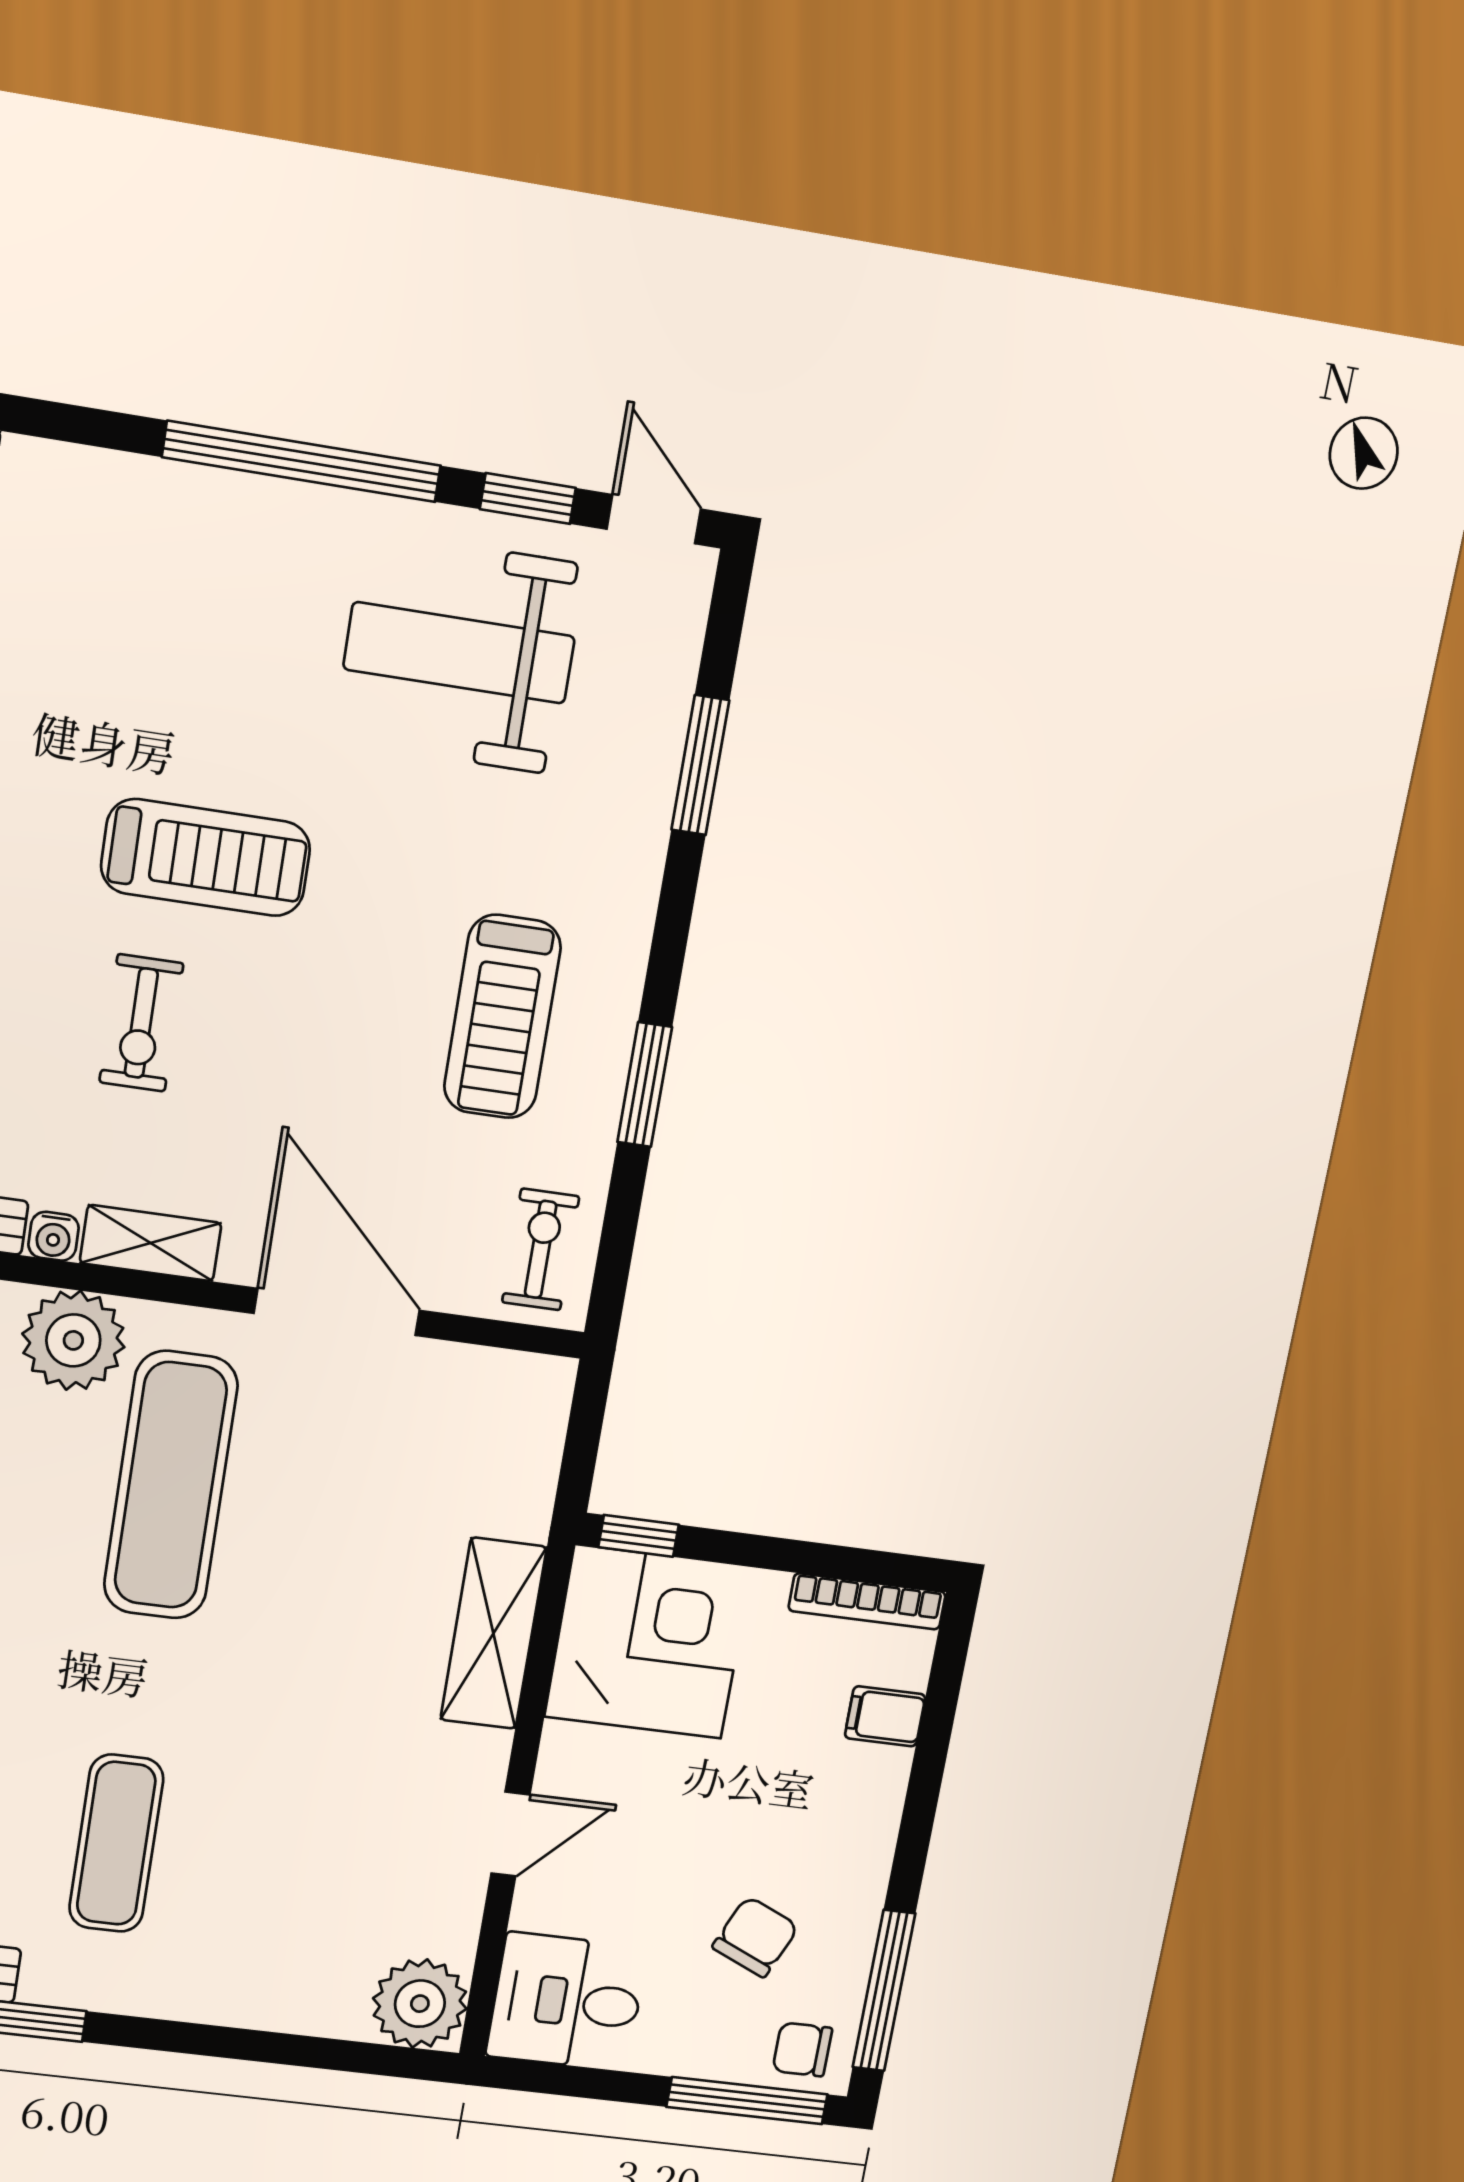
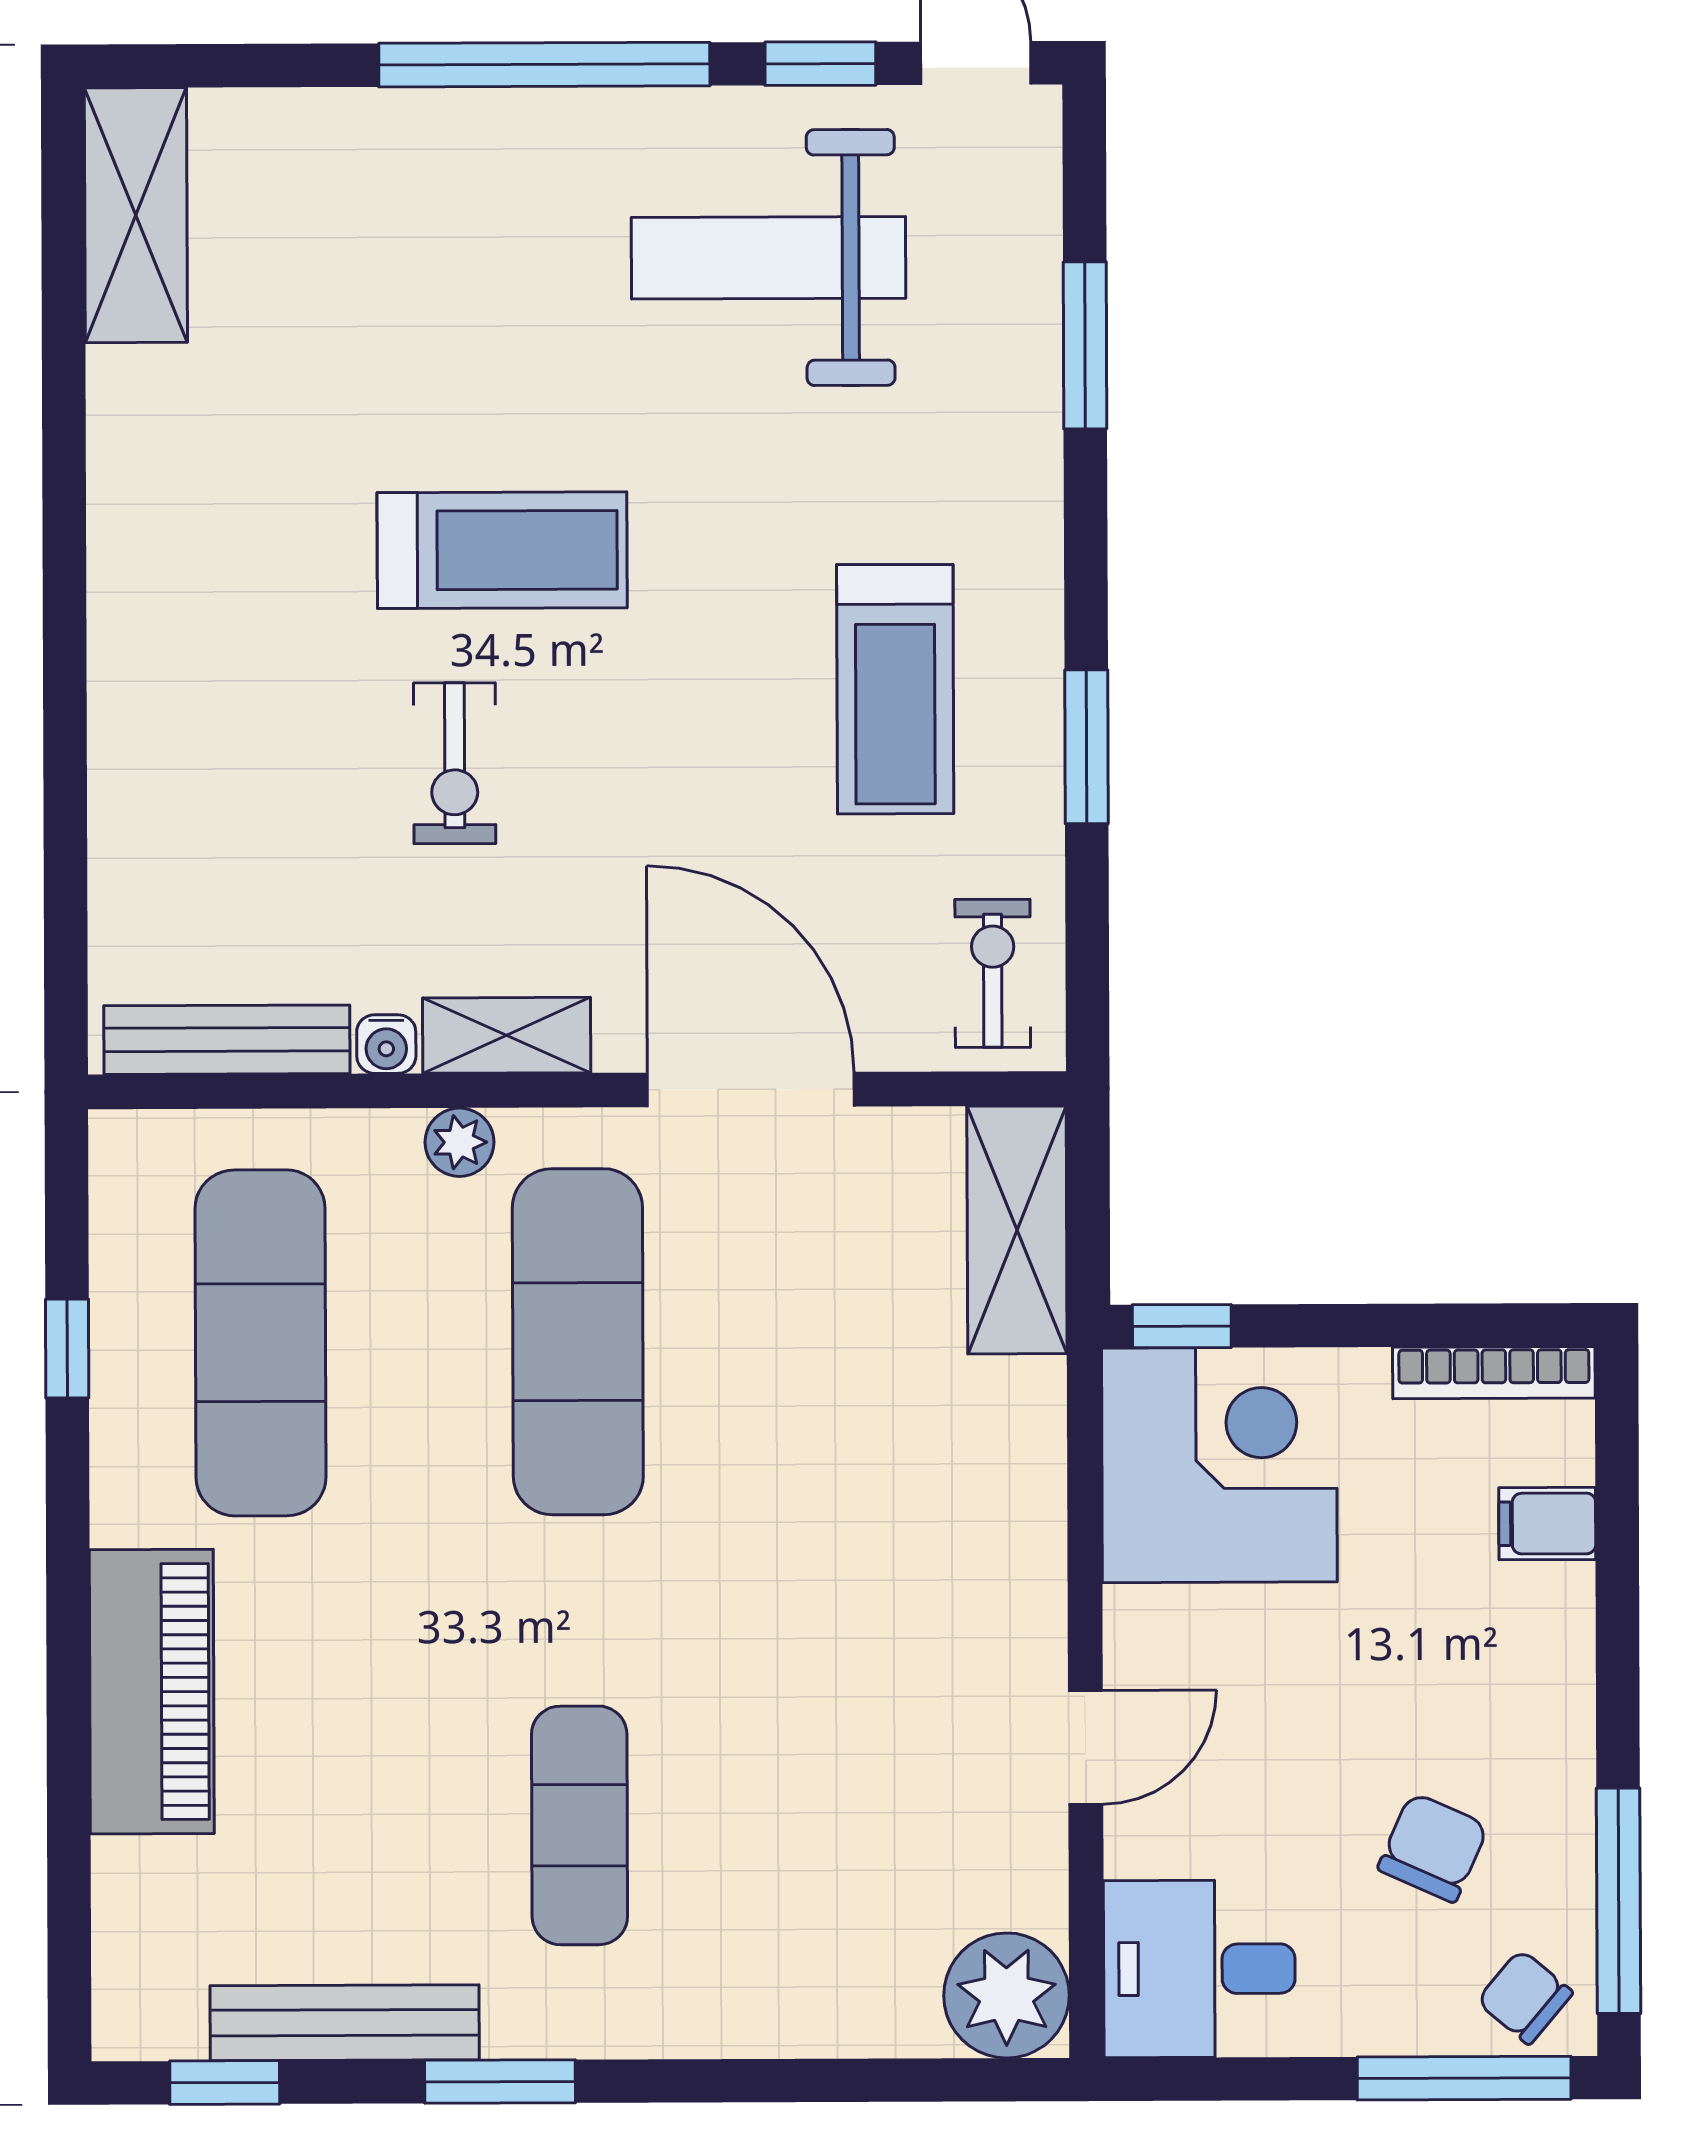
plant: (73, 1340) -> (459, 1142), width x0.53, depth x0.53
shelving: (493, 1633) -> (1017, 1230), moved
chair: (802, 2049) -> (1525, 1997), turned 40

